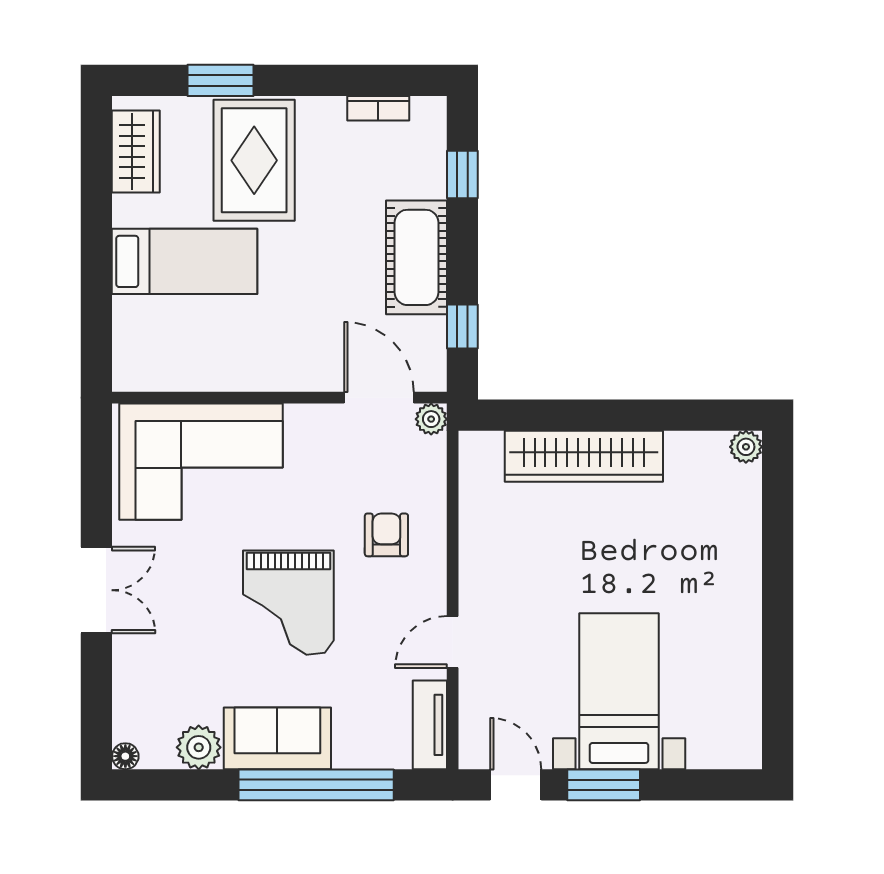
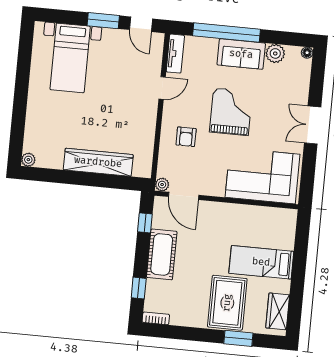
bookcase: (378, 108) -> (156, 318), moved
bed with nightstands: (619, 691) -> (70, 58), moved

